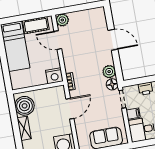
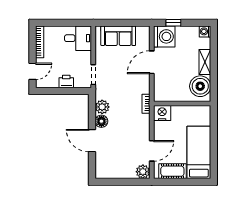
door: (58, 40) -> (152, 151), hinge flipped
floor lamp: (112, 84) -> (101, 121), moved
door: (70, 109) -> (152, 62), moved
filing cabinet: (133, 114) -> (84, 57), removed

